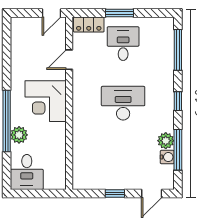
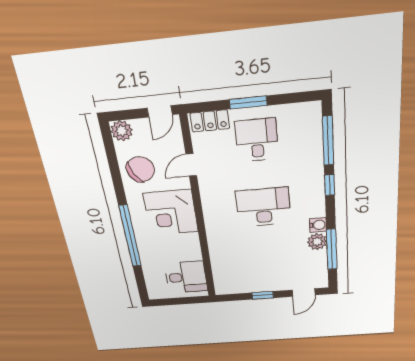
chair: (28, 59) -> (140, 169), added
window: (178, 101) -> (330, 185), moved
plant: (19, 135) -> (122, 131), moved
water cooler: (167, 157) -> (318, 225), moved
desk: (27, 172) -> (186, 277), moved, turned -90

